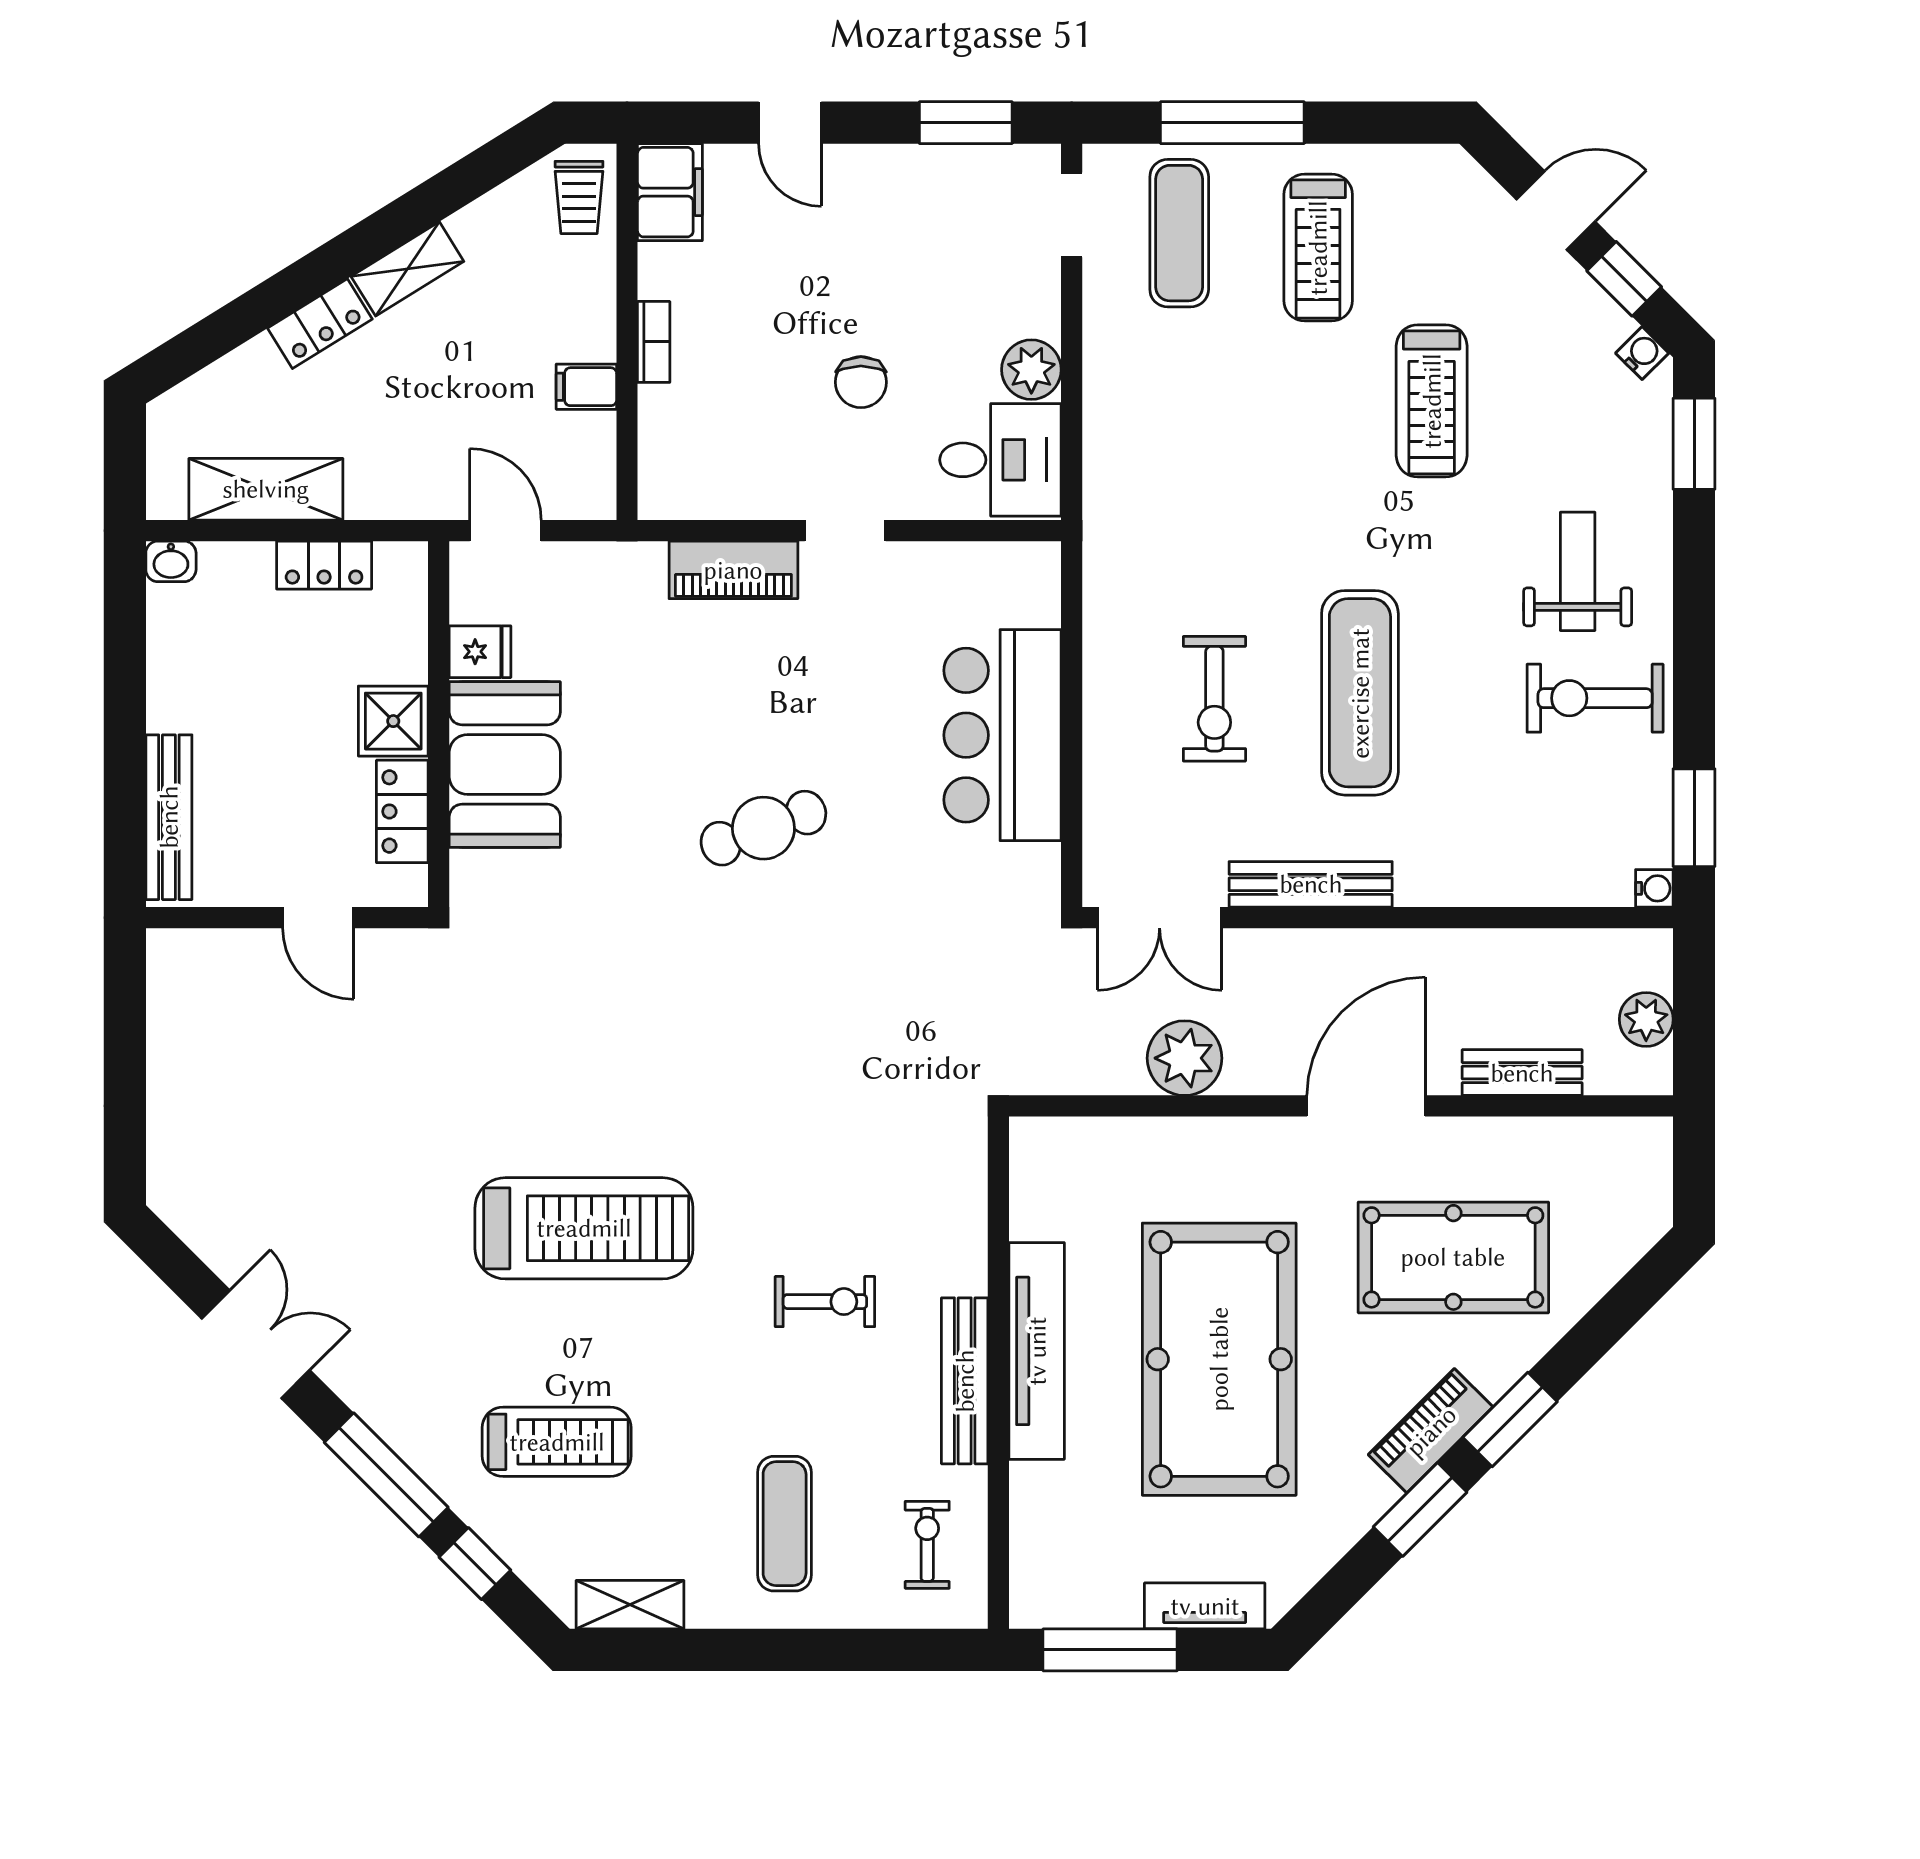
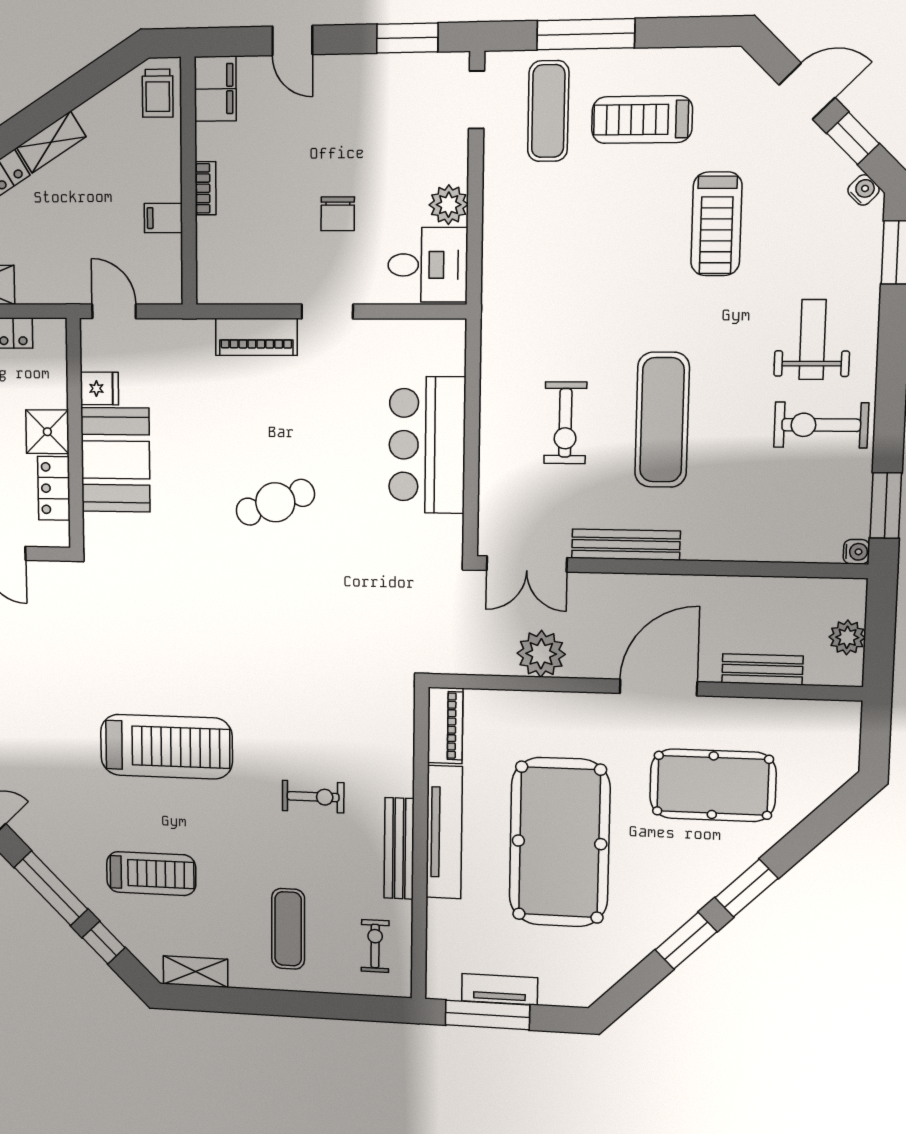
treadmill: (1318, 248) -> (642, 120), turned 90
piano: (1431, 1431) -> (445, 725), moved, turned 135
tv unit: (1205, 1606) -> (500, 989), moved

